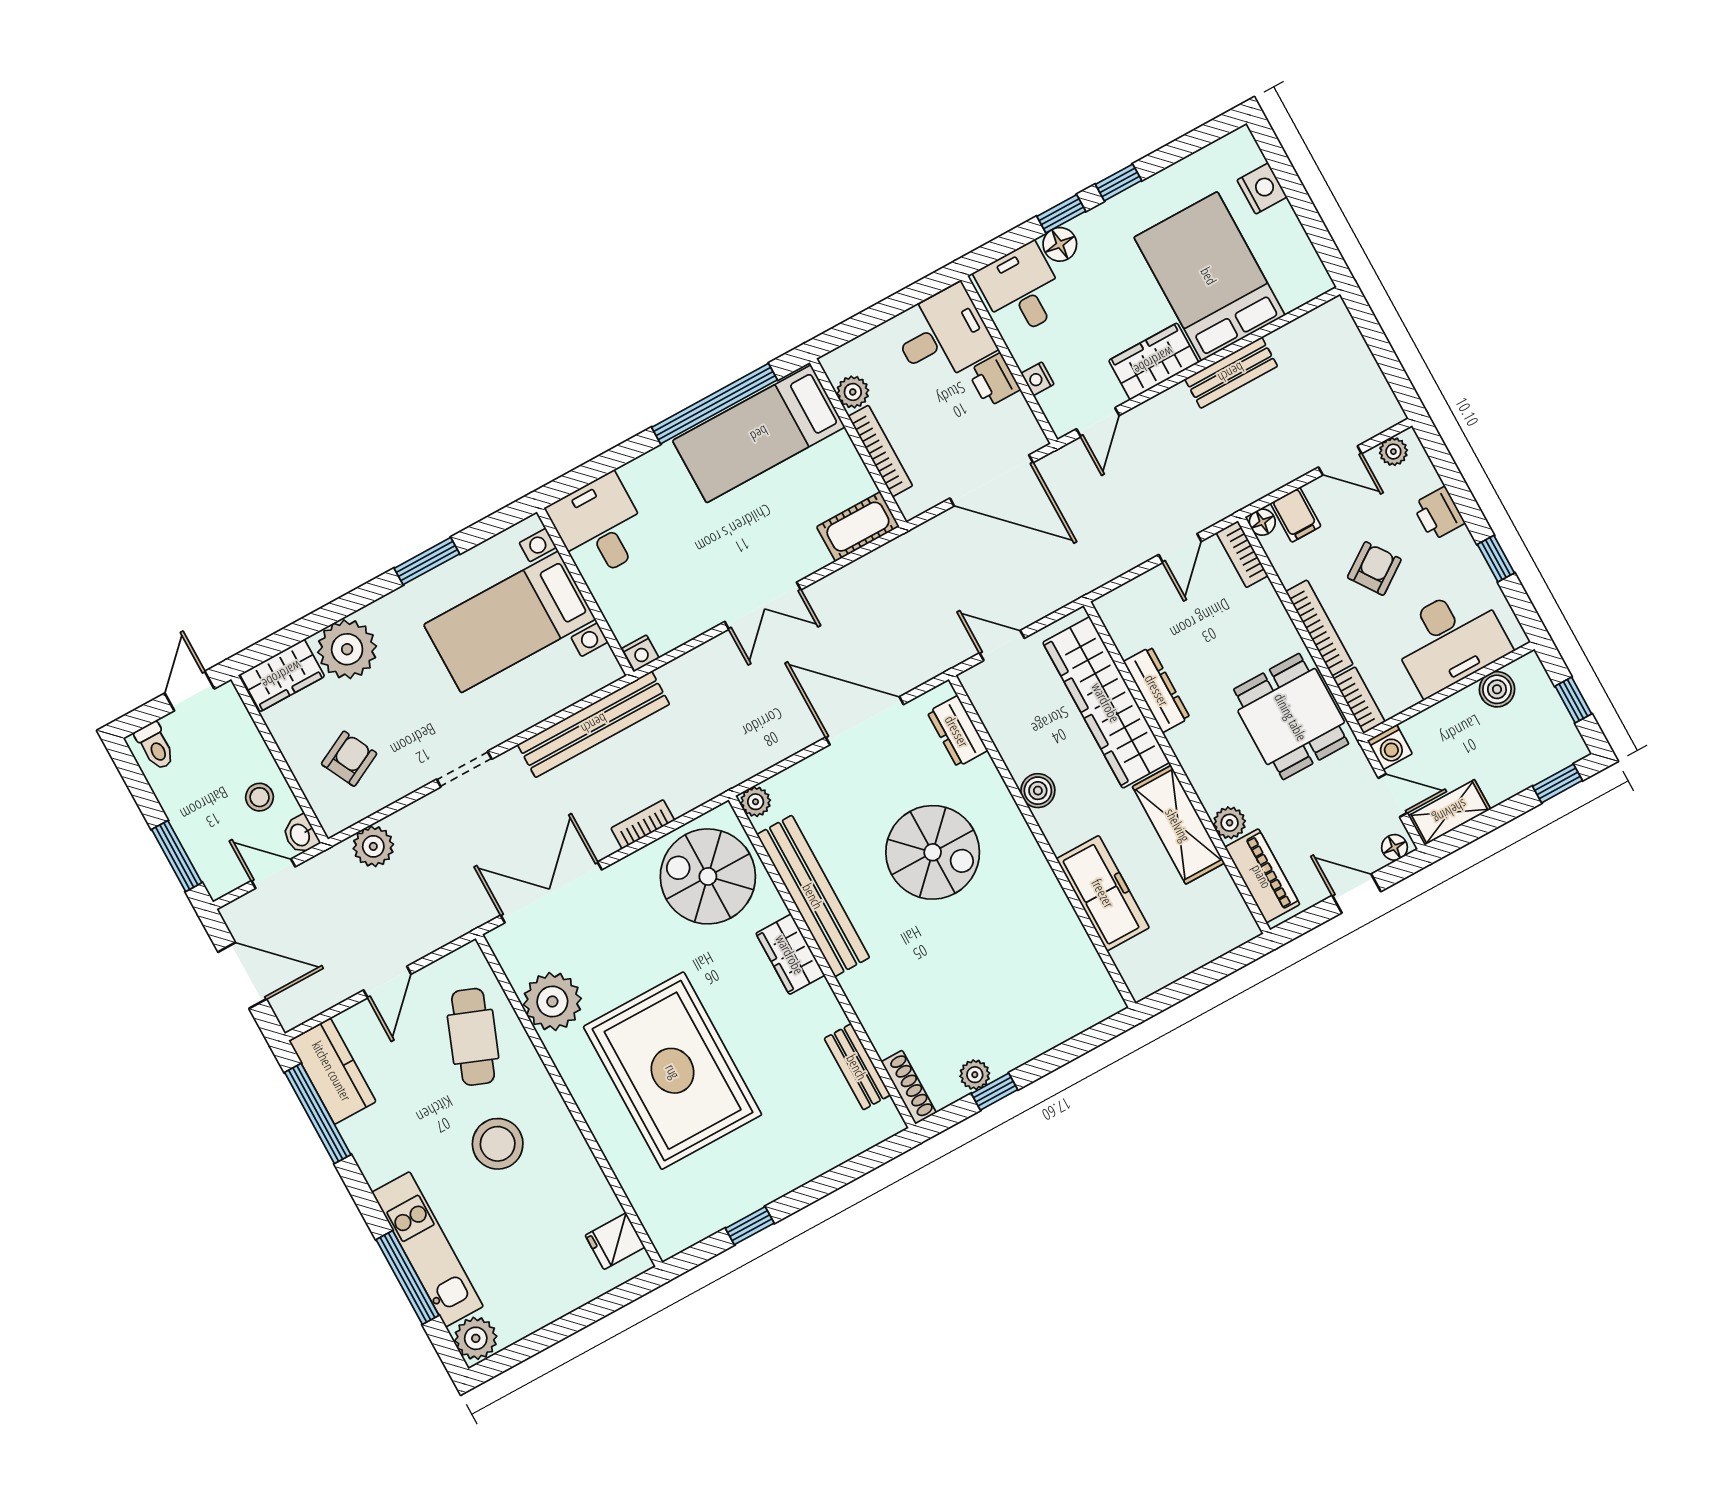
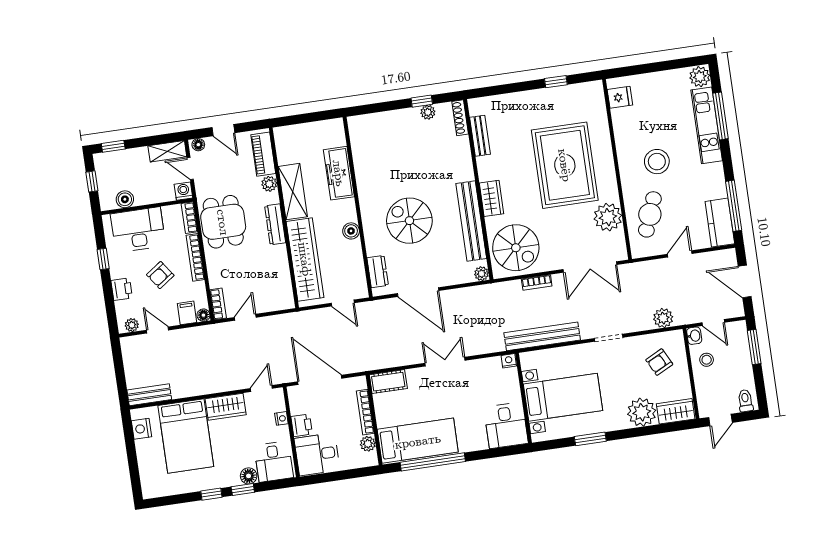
nightstand: (1262, 188) -> (141, 429), moved
bench: (1231, 373) -> (149, 395), moved
dresser: (1157, 690) -> (275, 224), moved

